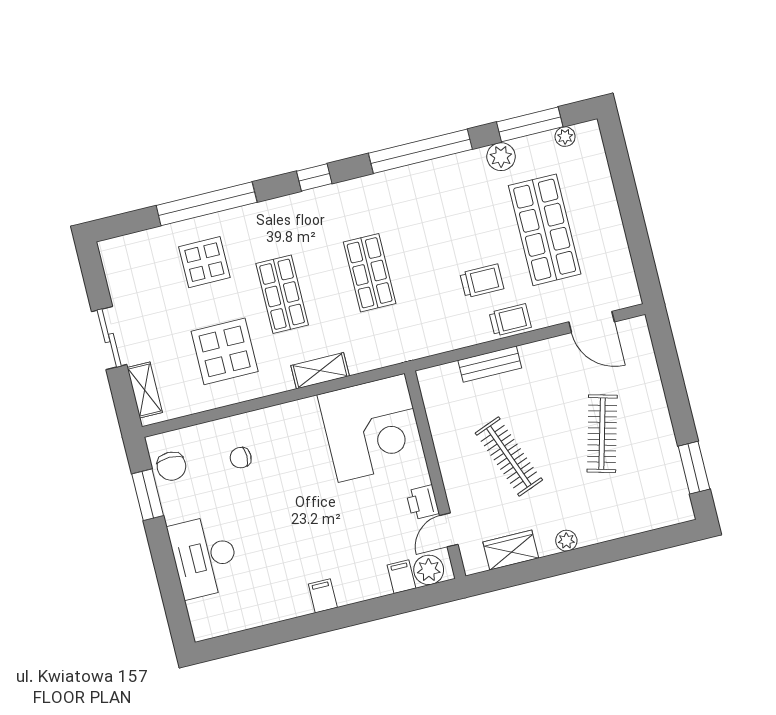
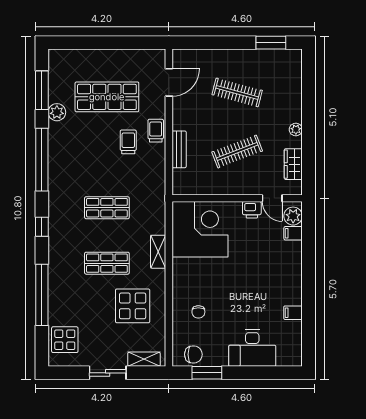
plant: (565, 137) -> (54, 71), removed
display table: (204, 262) -> (65, 340), moved
filing cabinet: (323, 596) -> (293, 313), moved

